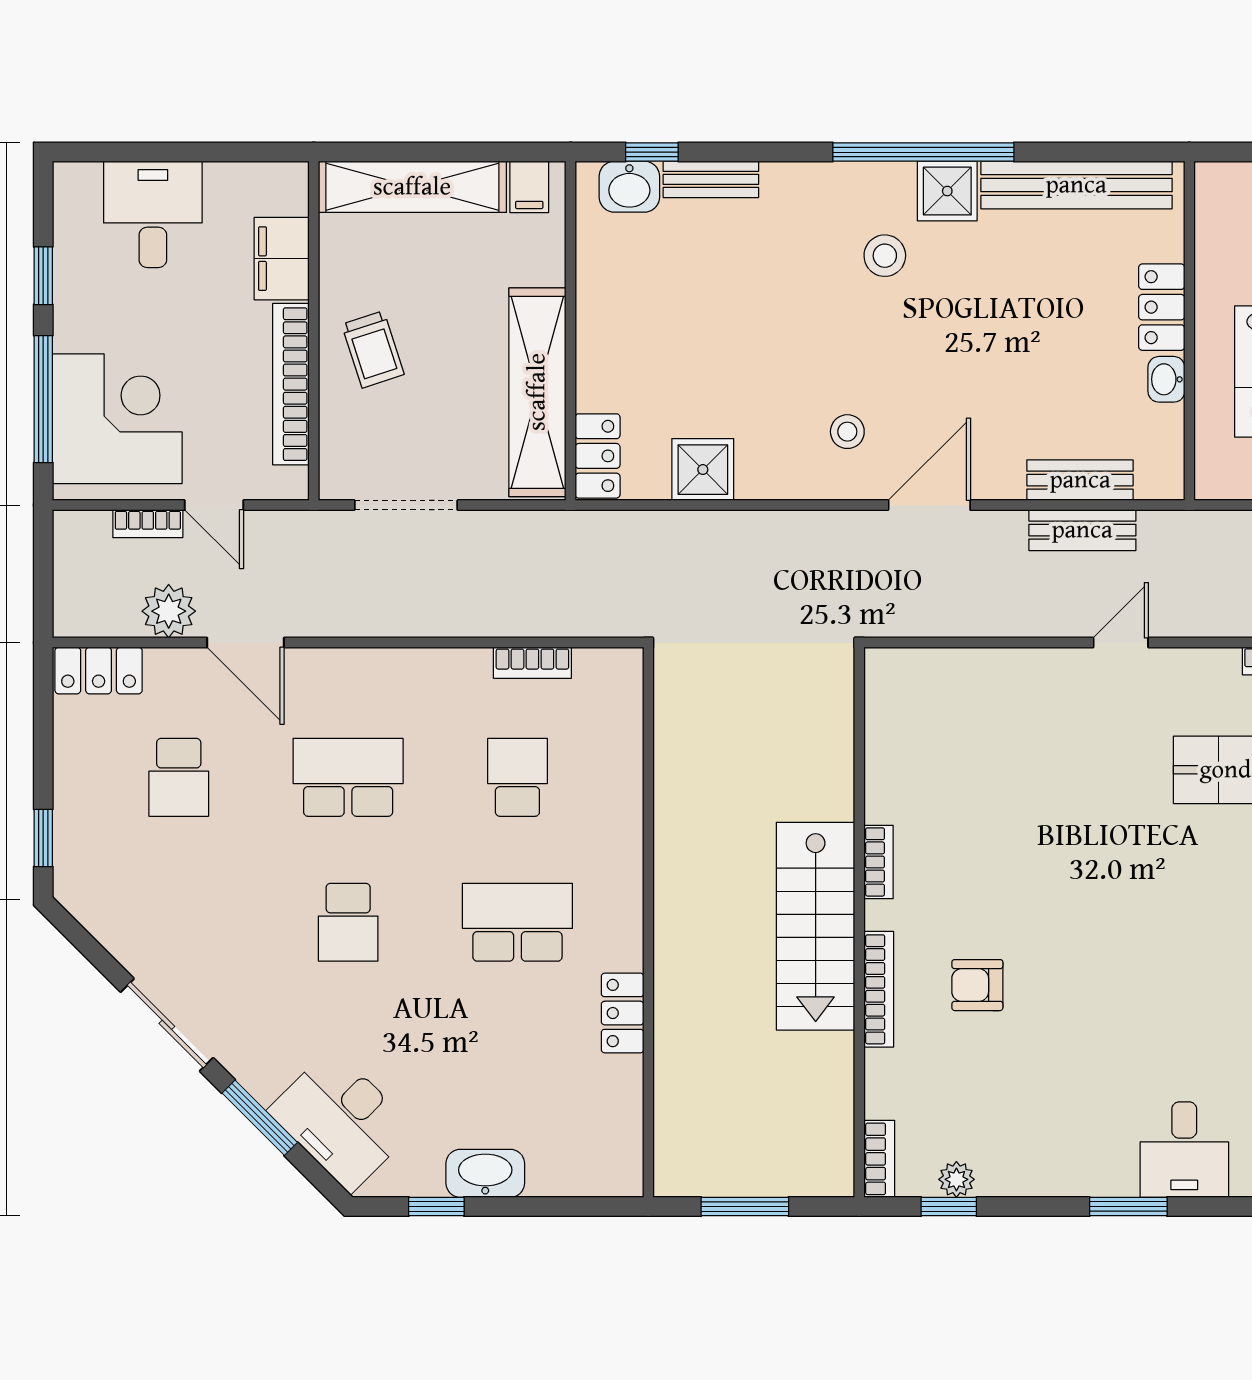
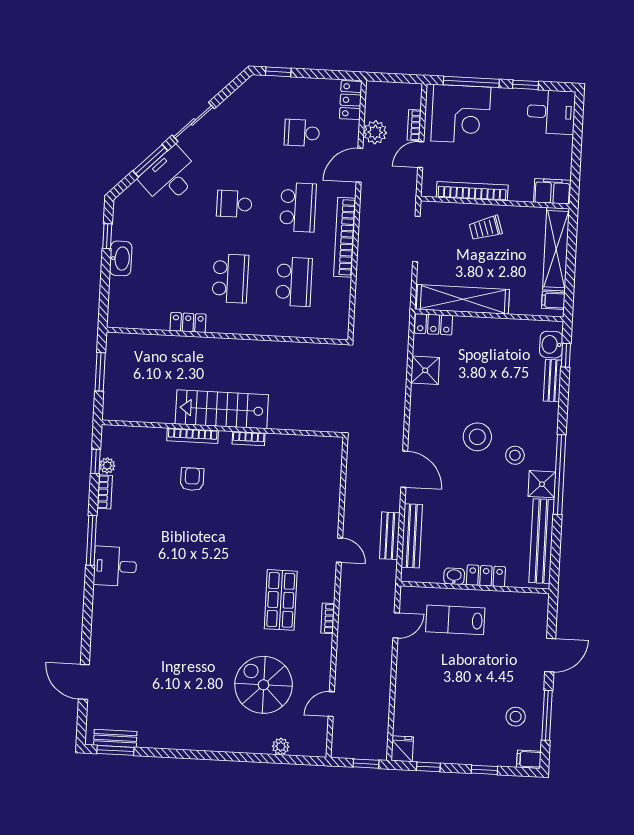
desk: (153, 214) -> (551, 112), moved
filing cabinet: (282, 259) -> (552, 191), moved
stool: (847, 432) -> (477, 437), moved, width x1.89, depth x1.89
bench: (1080, 480) -> (412, 536), width x1.36
bookcase: (532, 663) -> (345, 237), moved, width x2.31, depth x1.31
school desk: (517, 777) -> (294, 282), width x1.85
desk: (341, 1120) -> (170, 176), moved
bookcase: (879, 1159) -> (105, 492), moved, turned -90
window: (1128, 1207) -> (91, 540), width x1.44

